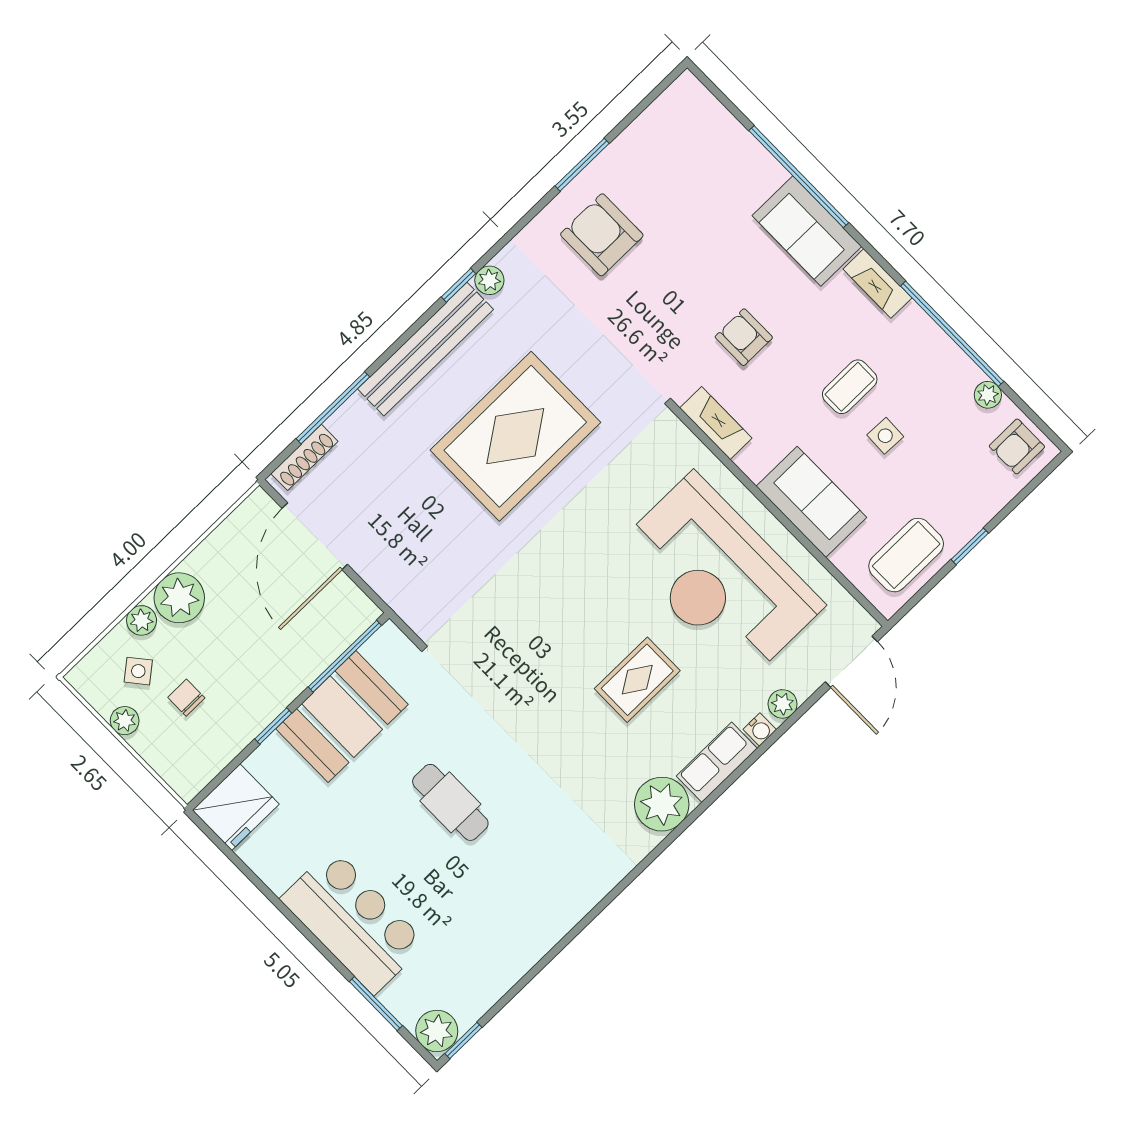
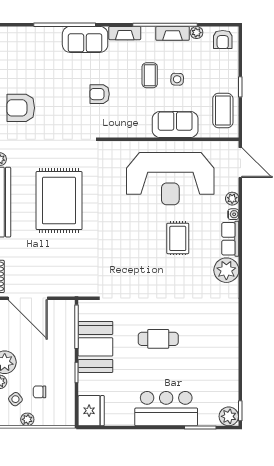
fireplace: (716, 423) -> (173, 33), moved, turned 180

